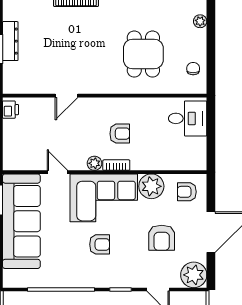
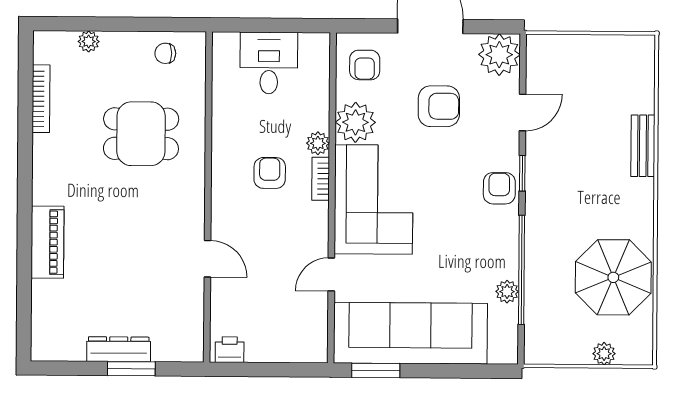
desk: (188, 118) -> (269, 63), moved
plant: (94, 163) -> (318, 143), moved
armchair: (100, 244) -> (499, 188), moved
plant: (48, 281) -> (507, 292), added

